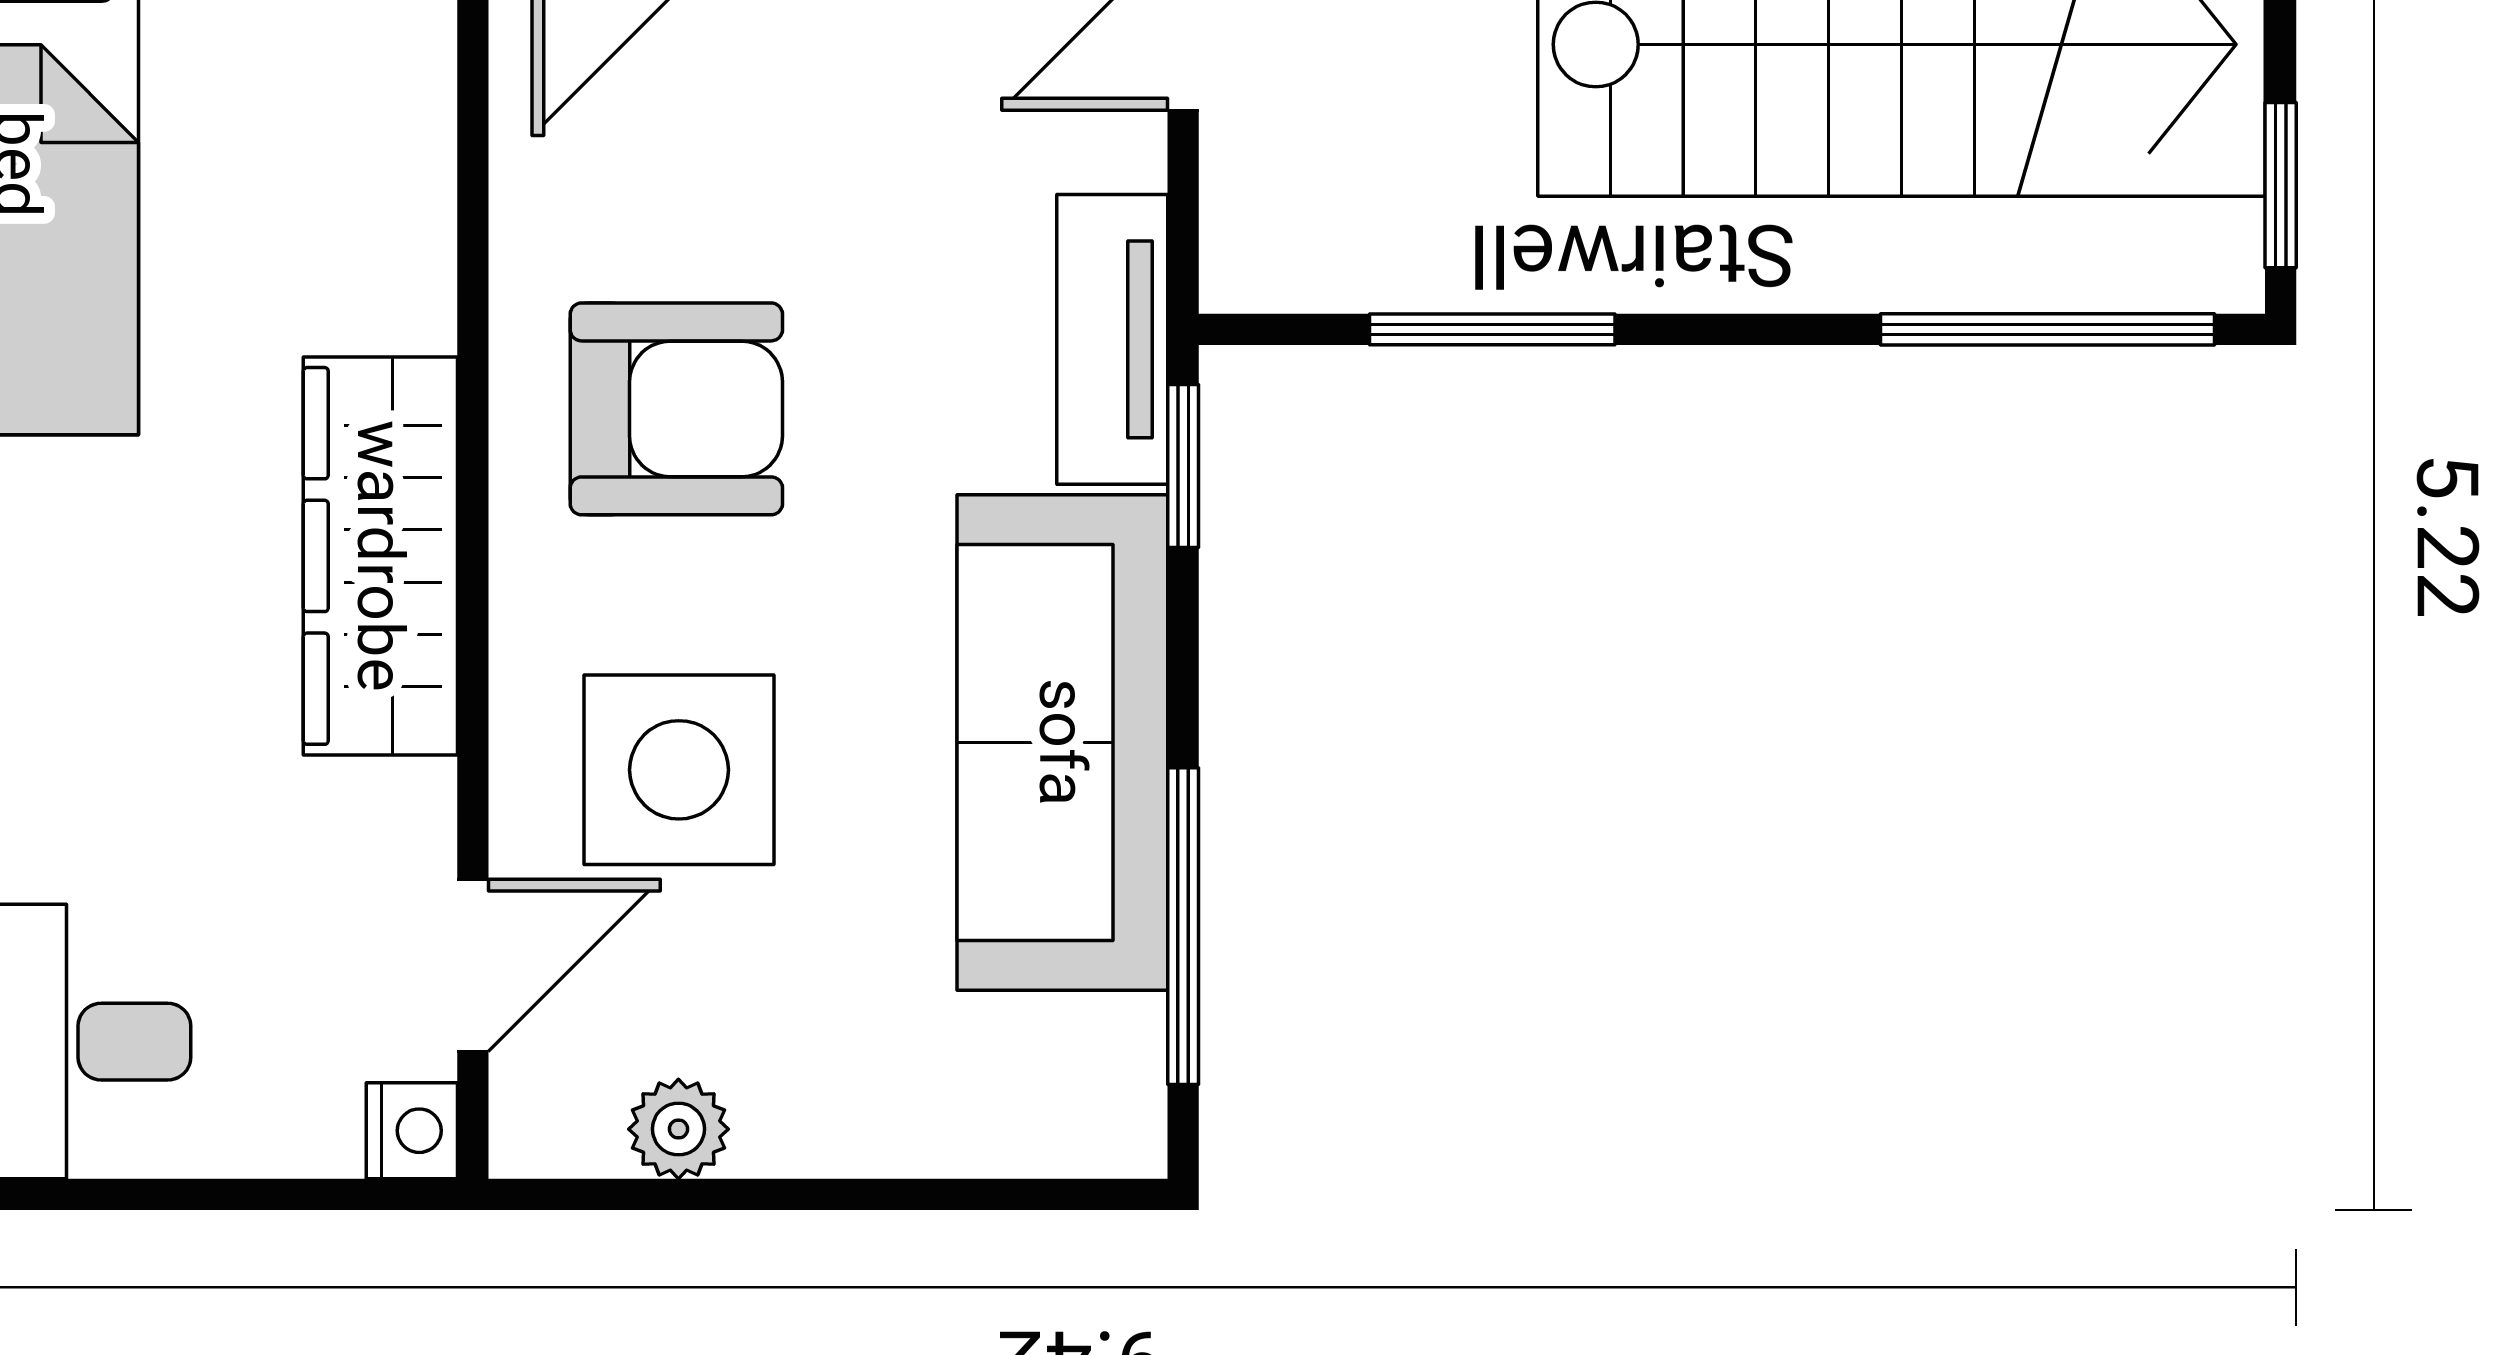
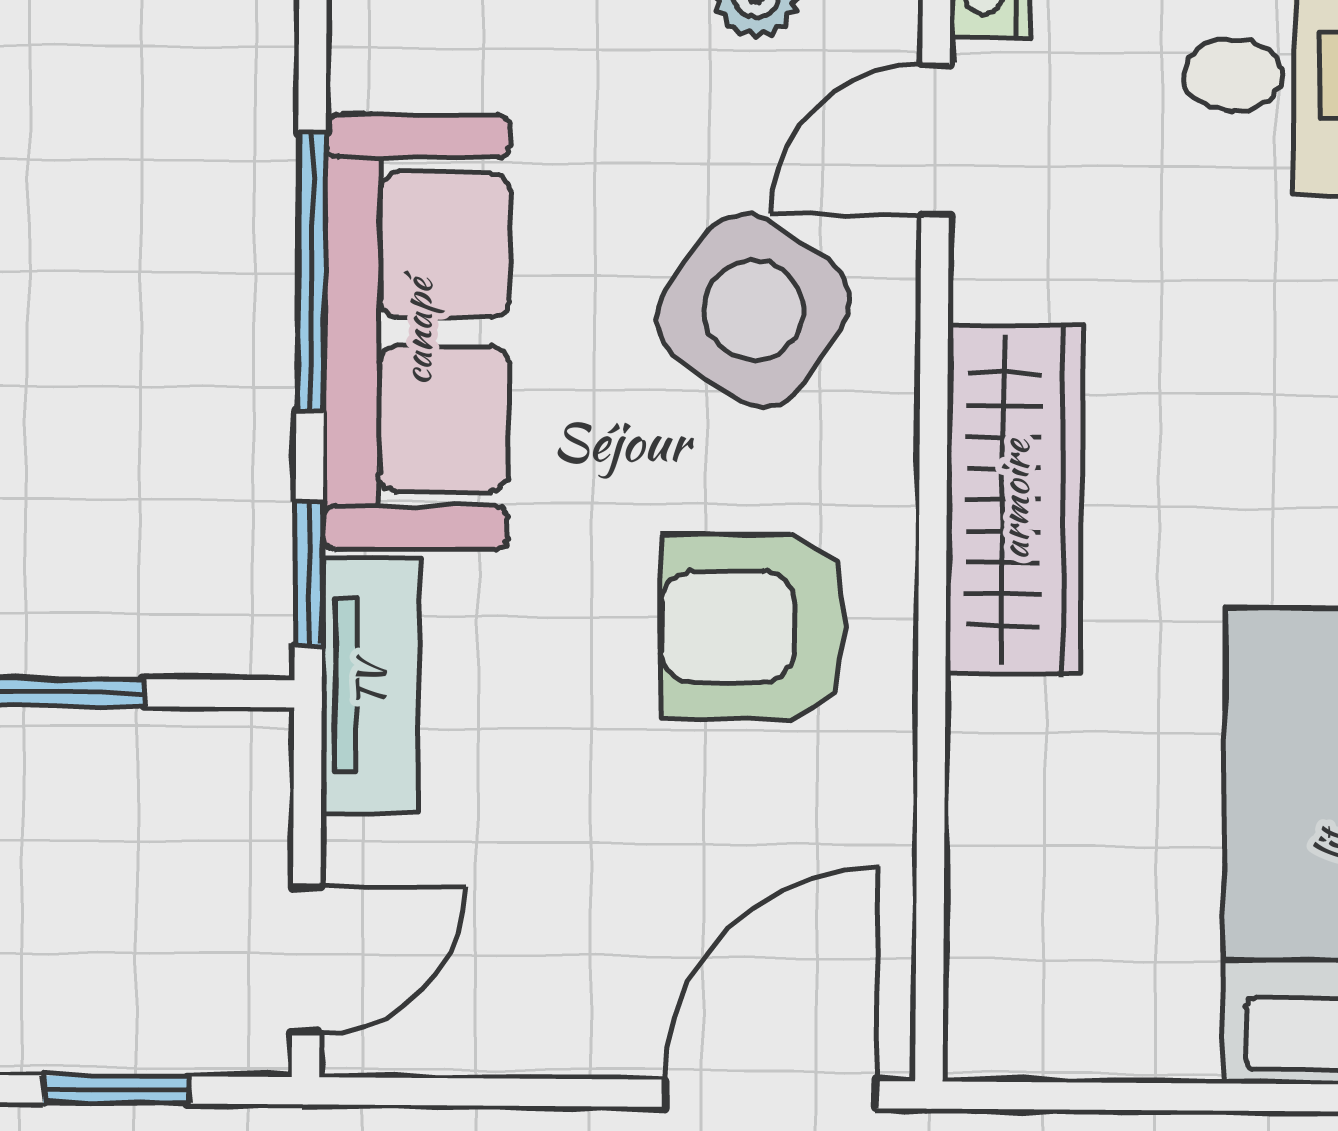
side table: (679, 770) -> (753, 310), turned 34
window: (1183, 926) -> (311, 272), moved

